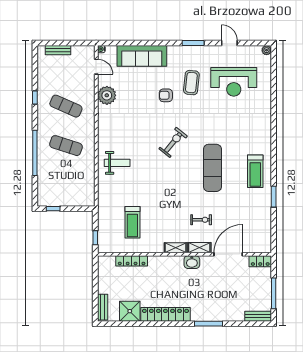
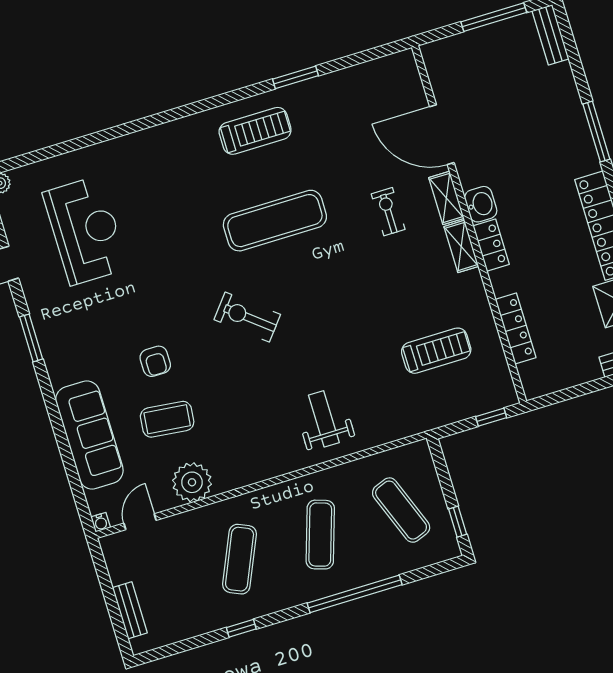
coffee table: (191, 83) -> (167, 419), moved
exercise mat: (66, 185) -> (401, 510), added
locker: (260, 261) -> (491, 245), moved

